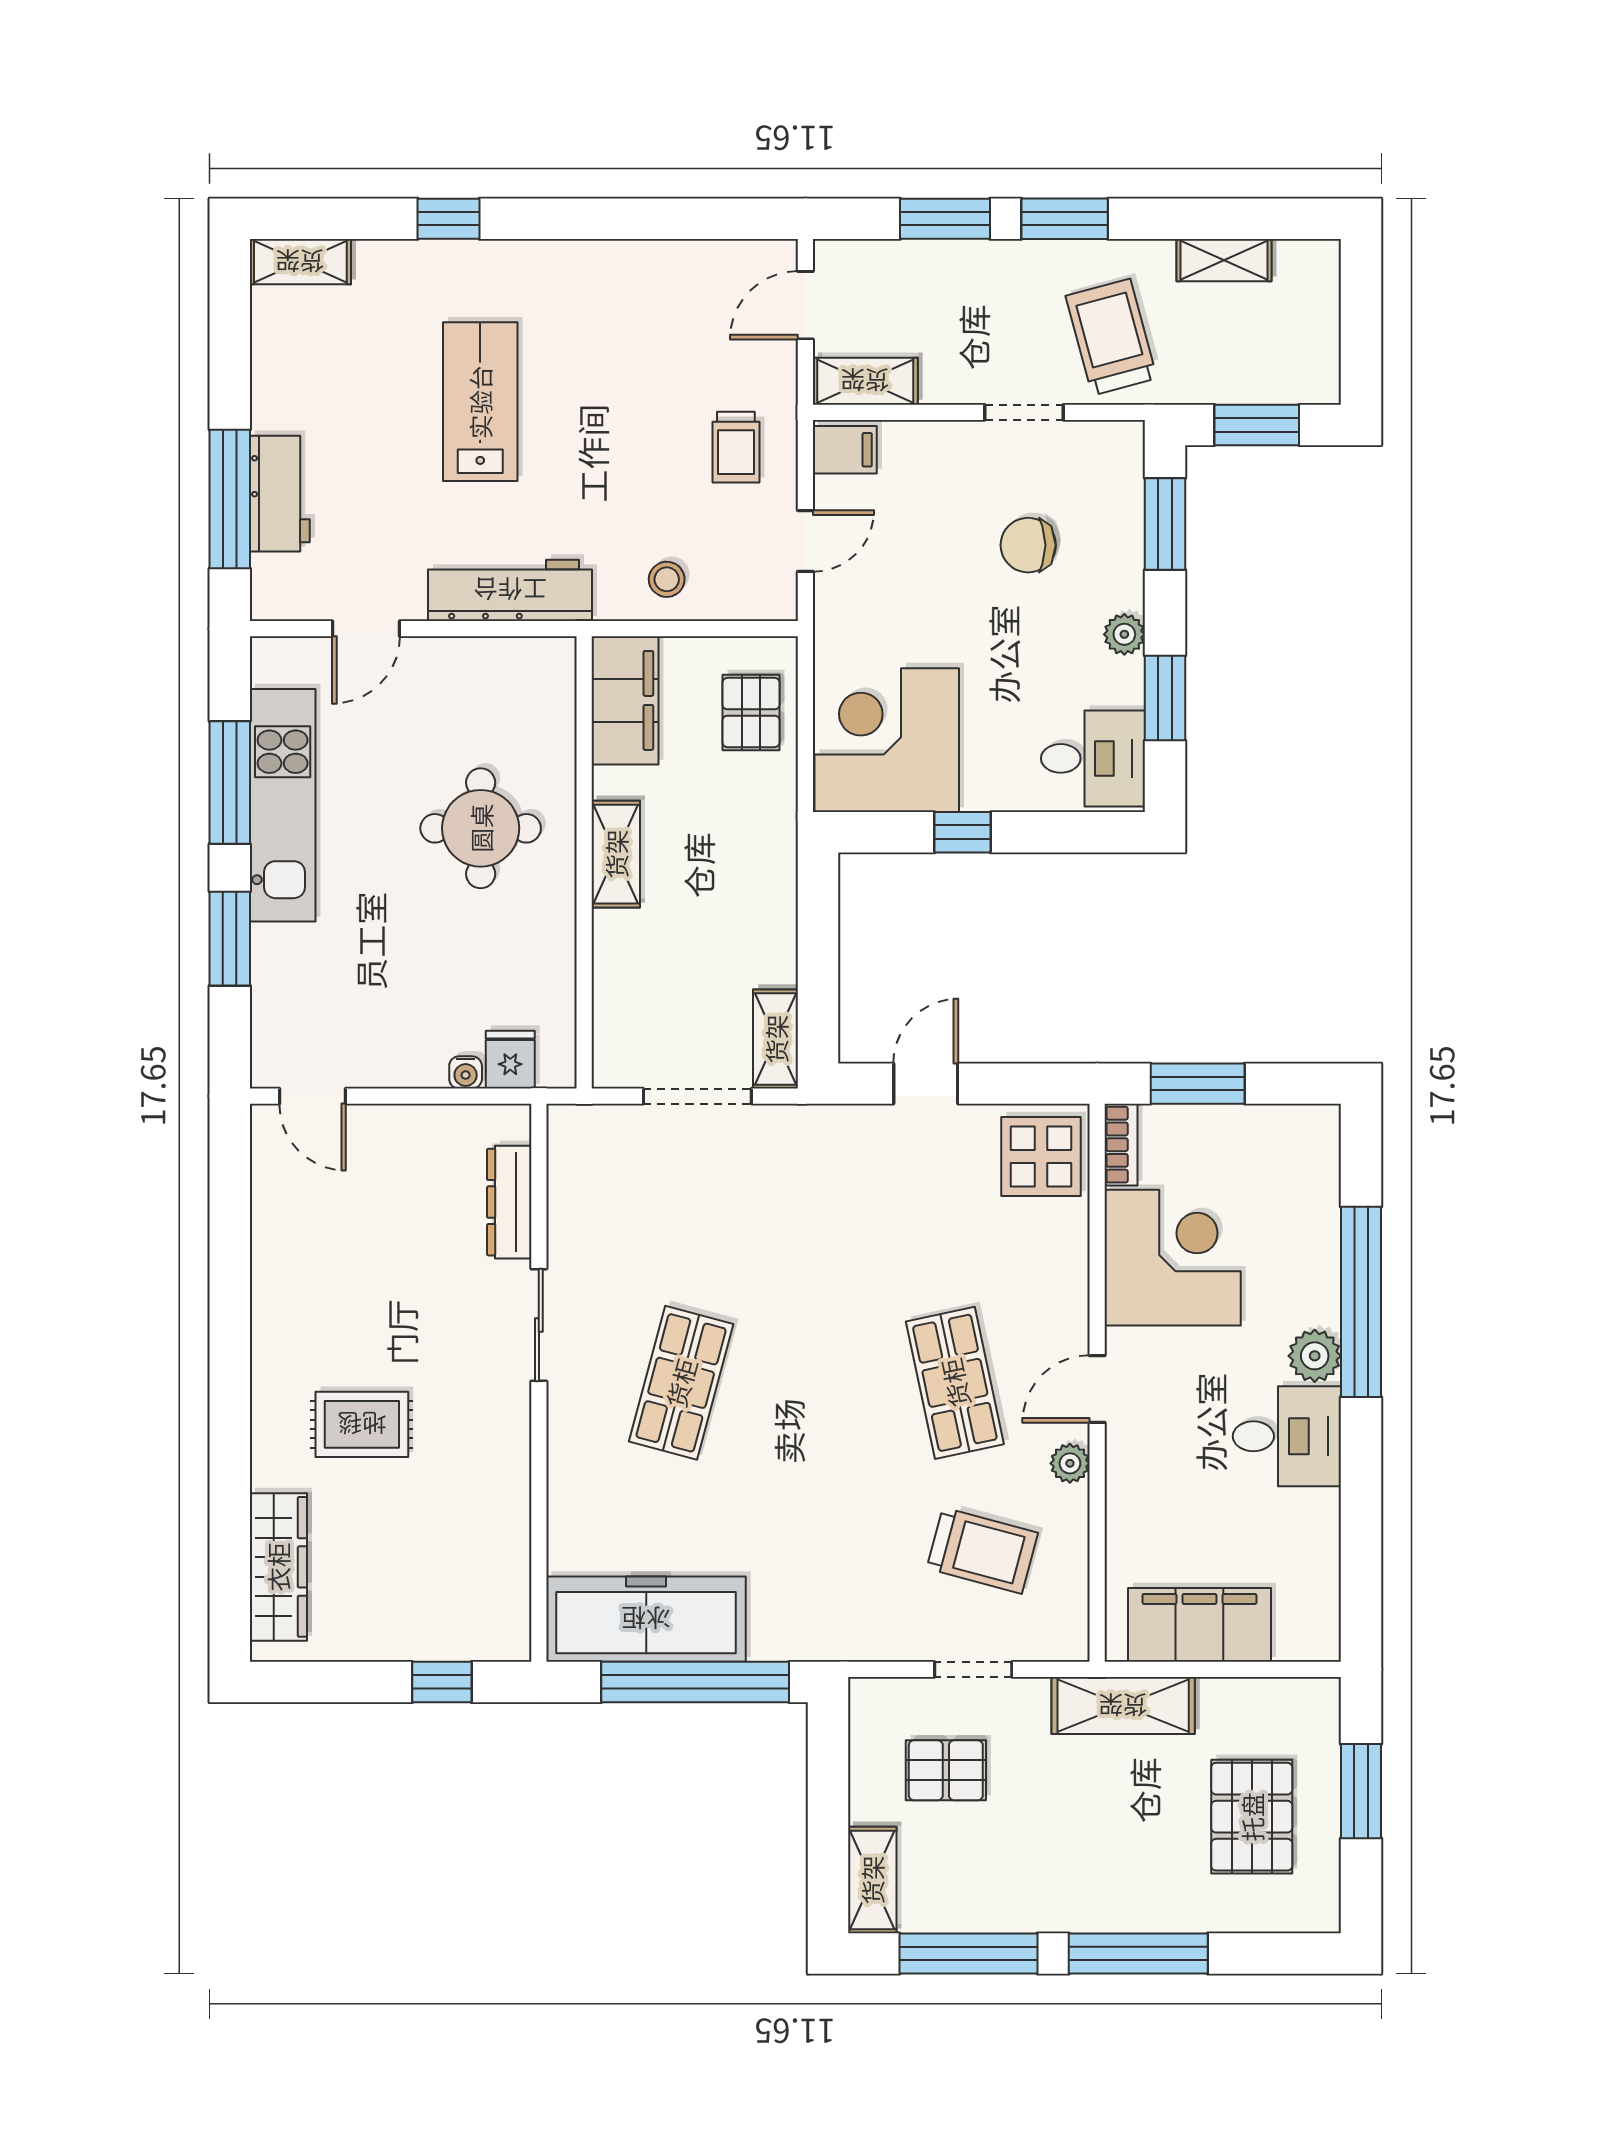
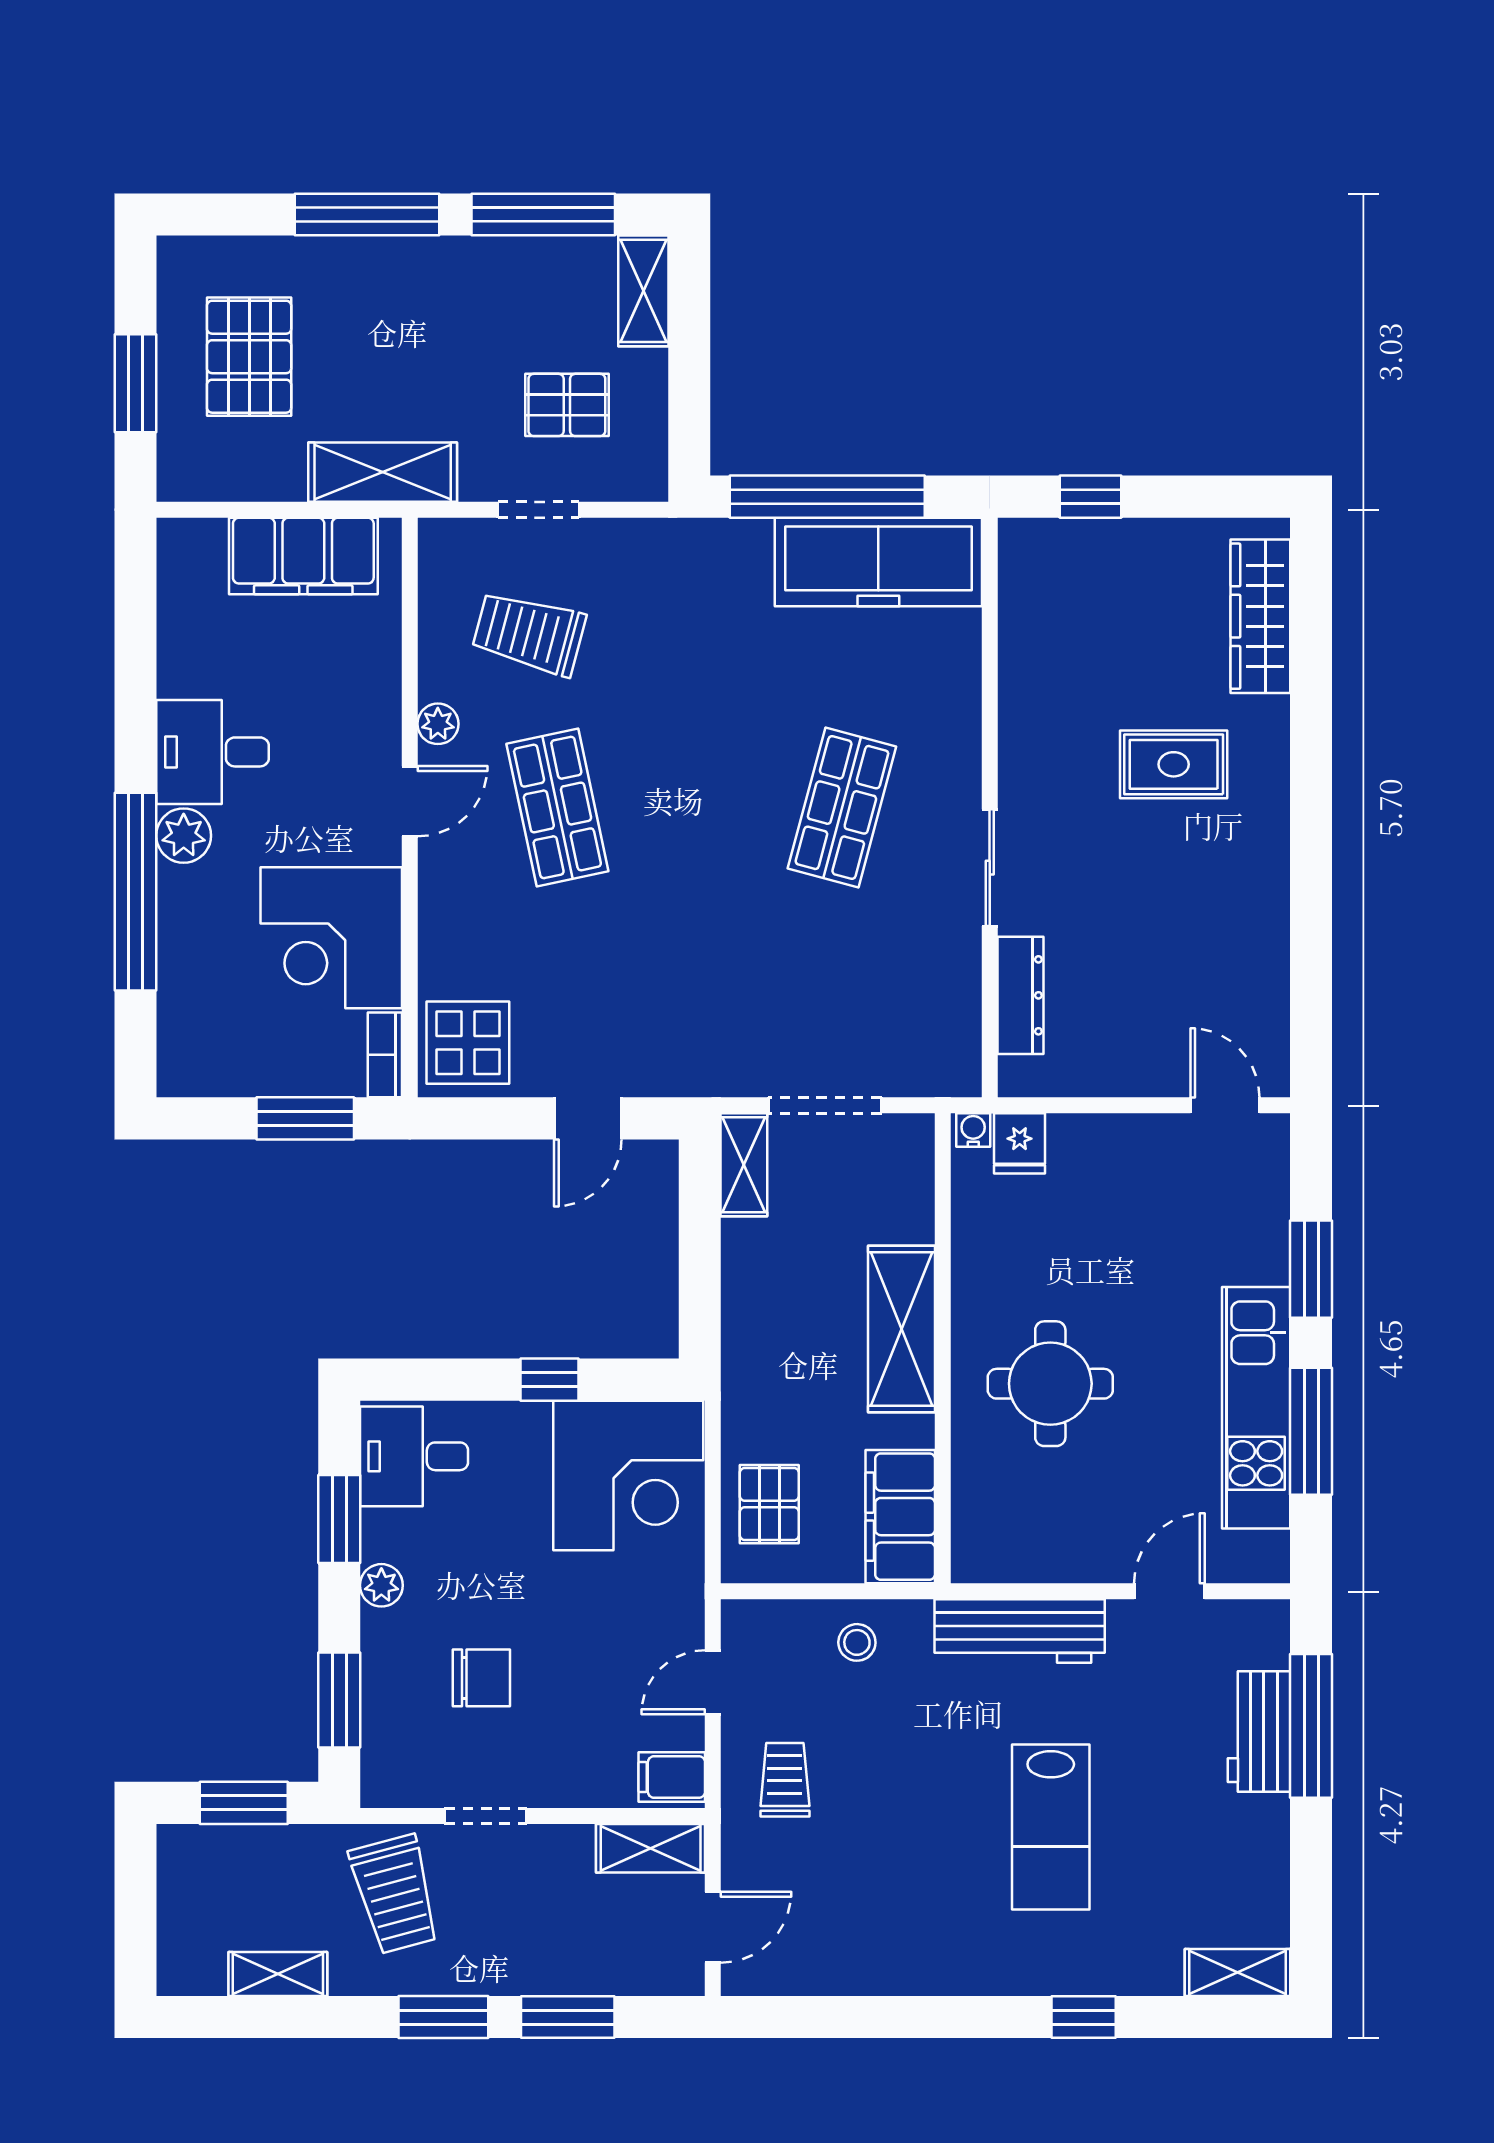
shelving: (616, 854) -> (901, 1329), width x1.50, depth x1.33
water cooler: (466, 1072) -> (973, 1130), moved

